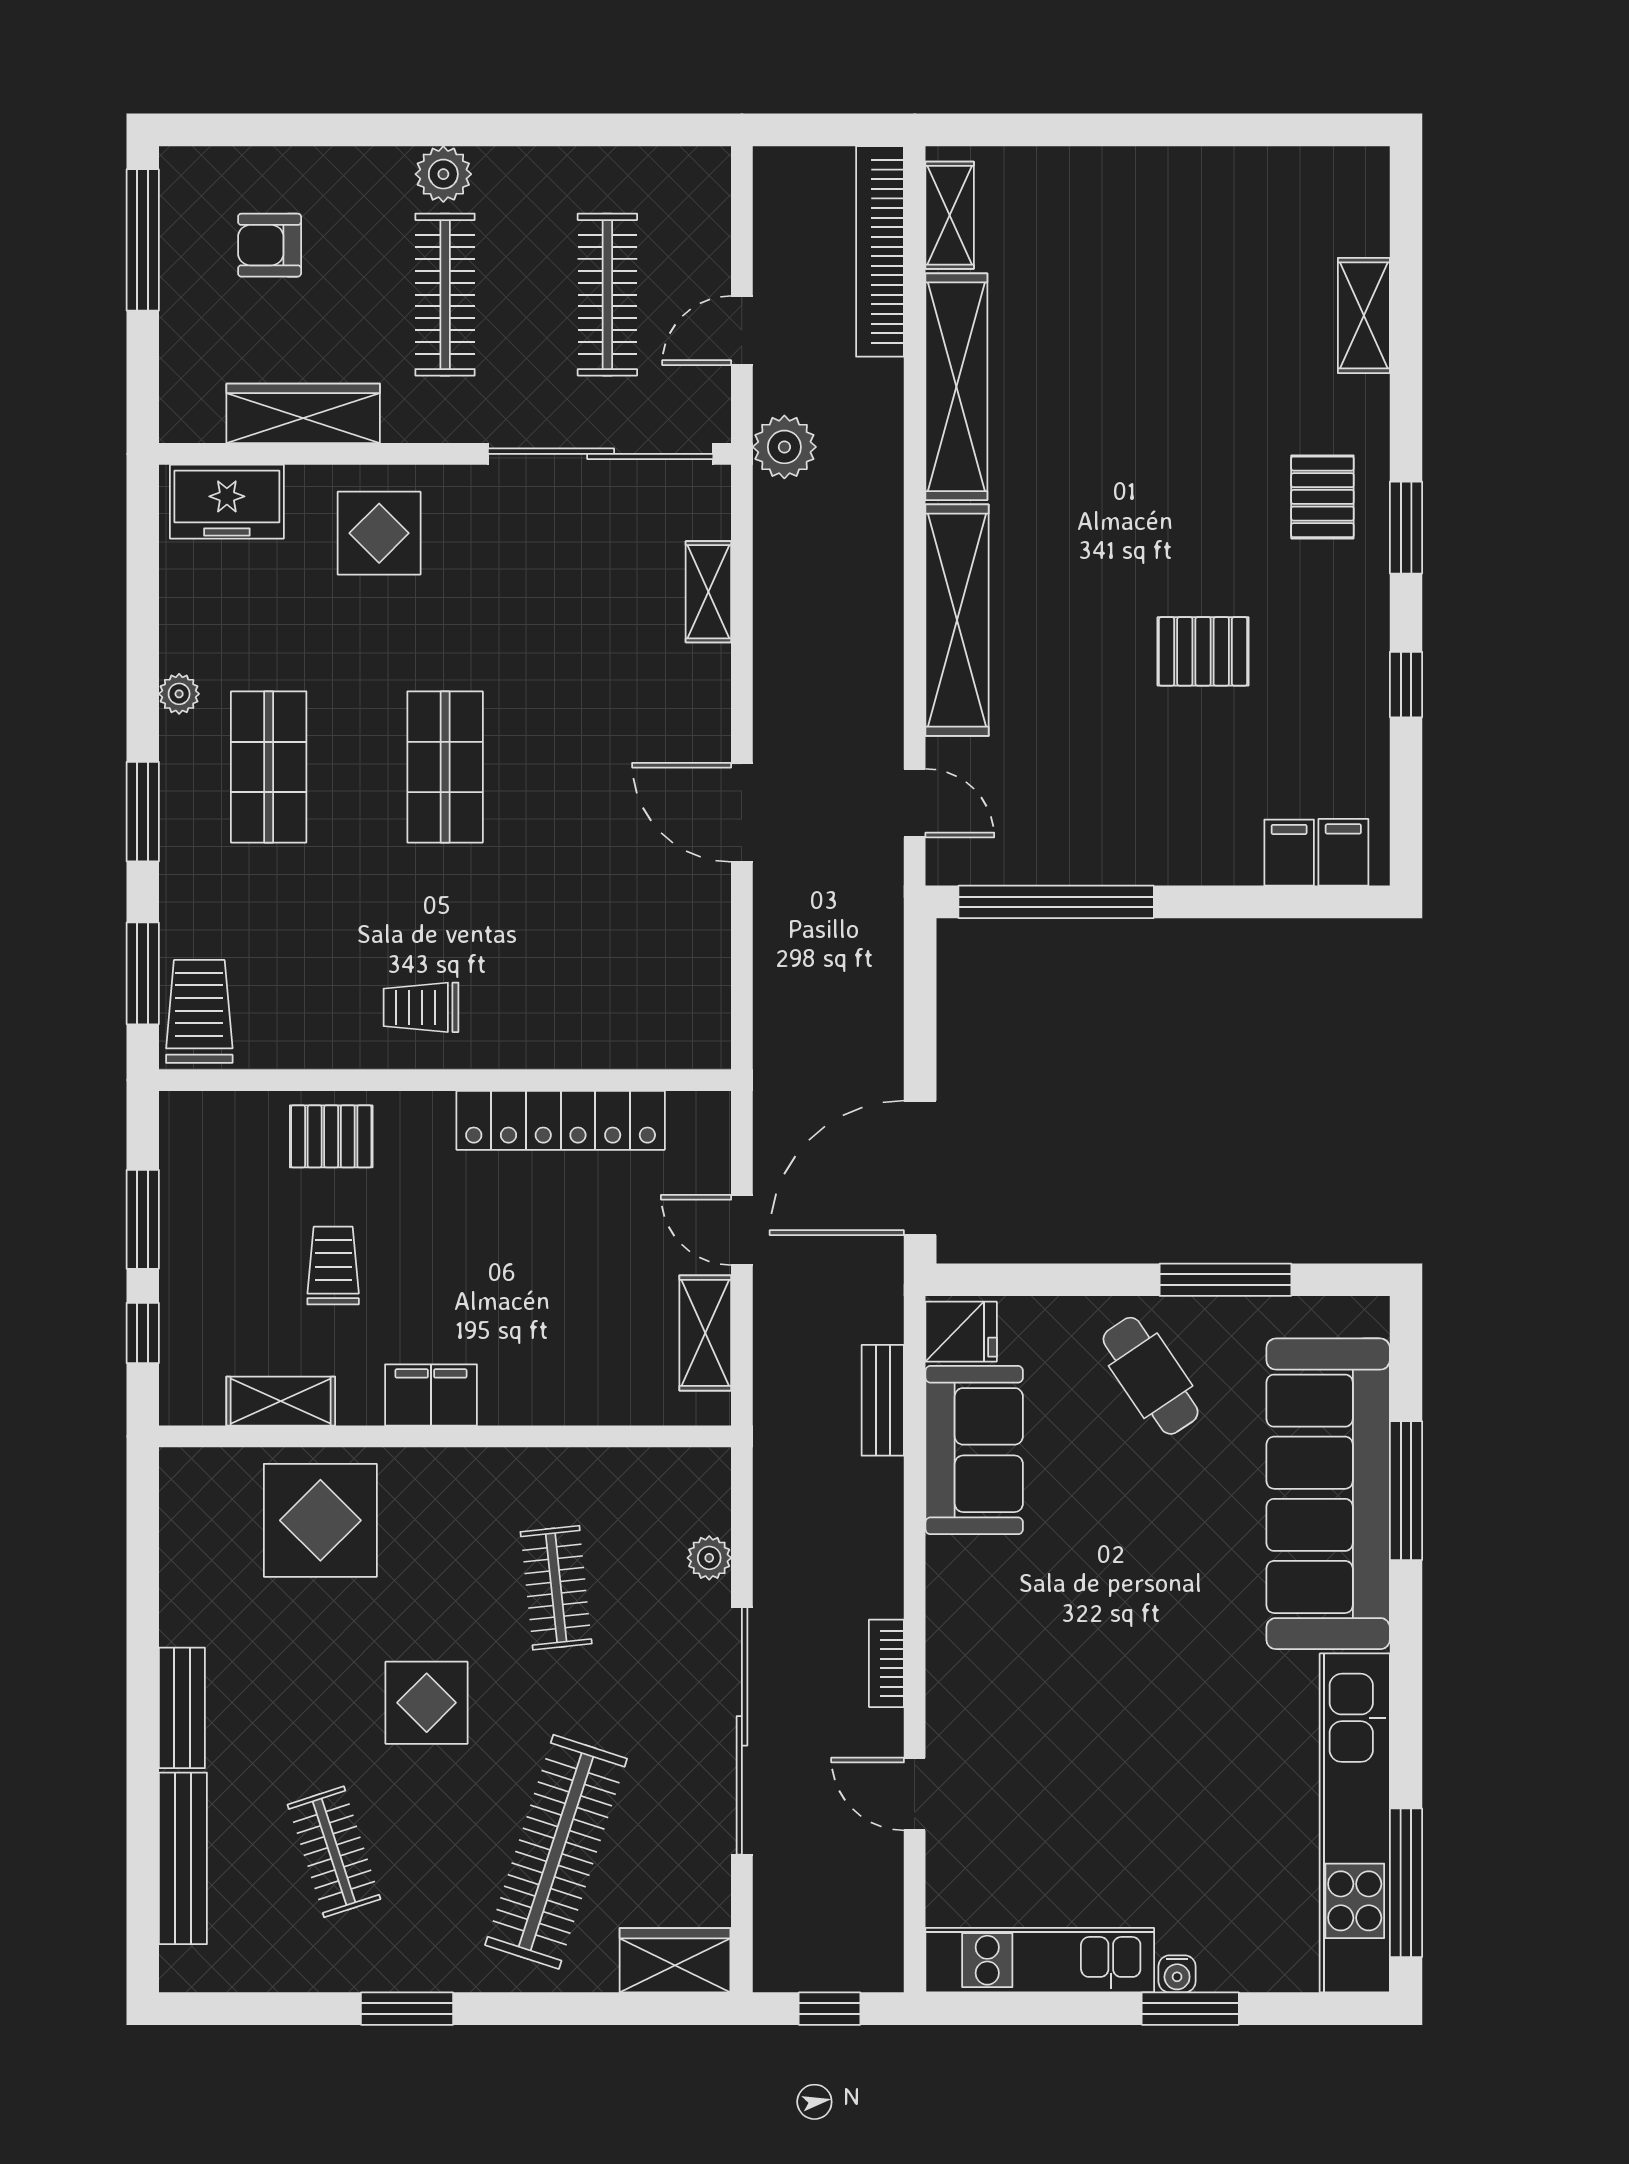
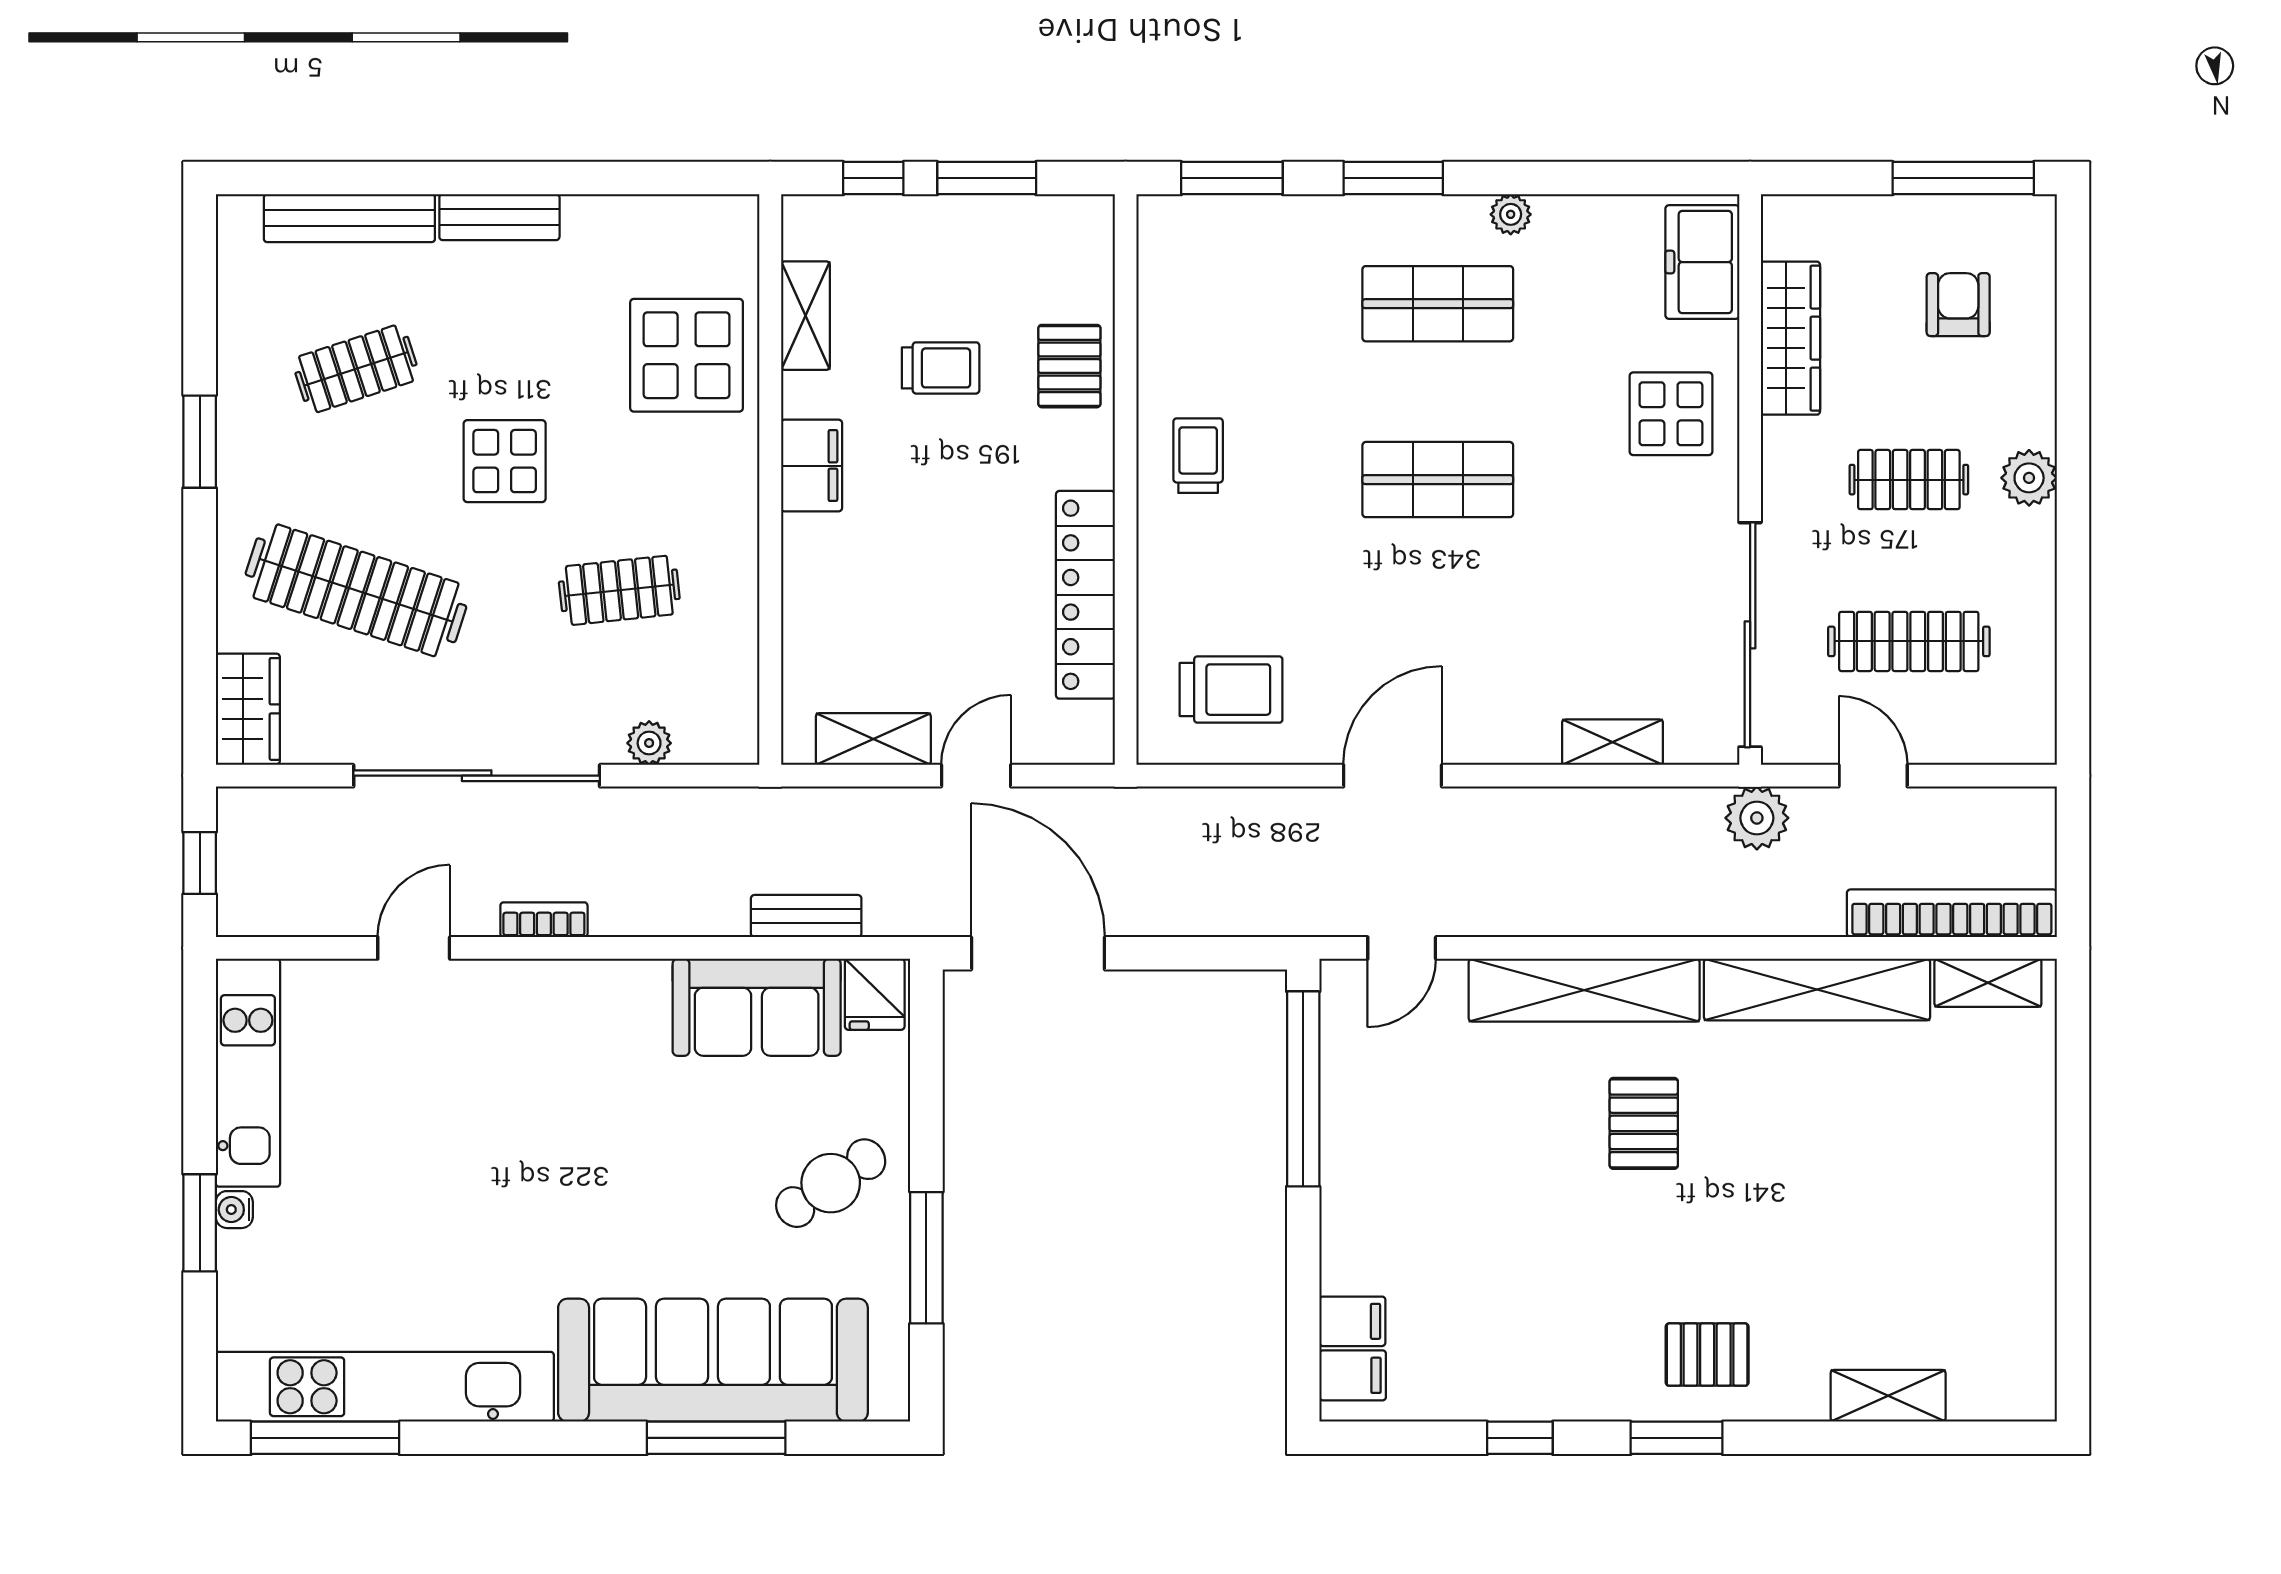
clothes rail: (445, 295) -> (1909, 480), width x0.73
pallet: (1203, 651) -> (1644, 1123), moved
trolley: (199, 1011) -> (1231, 690), moved

